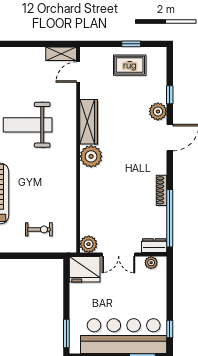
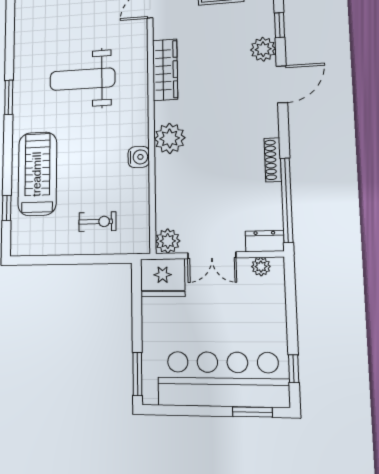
plant: (91, 156) -> (170, 138), moved
water cooler: (69, 184) -> (139, 157), added

